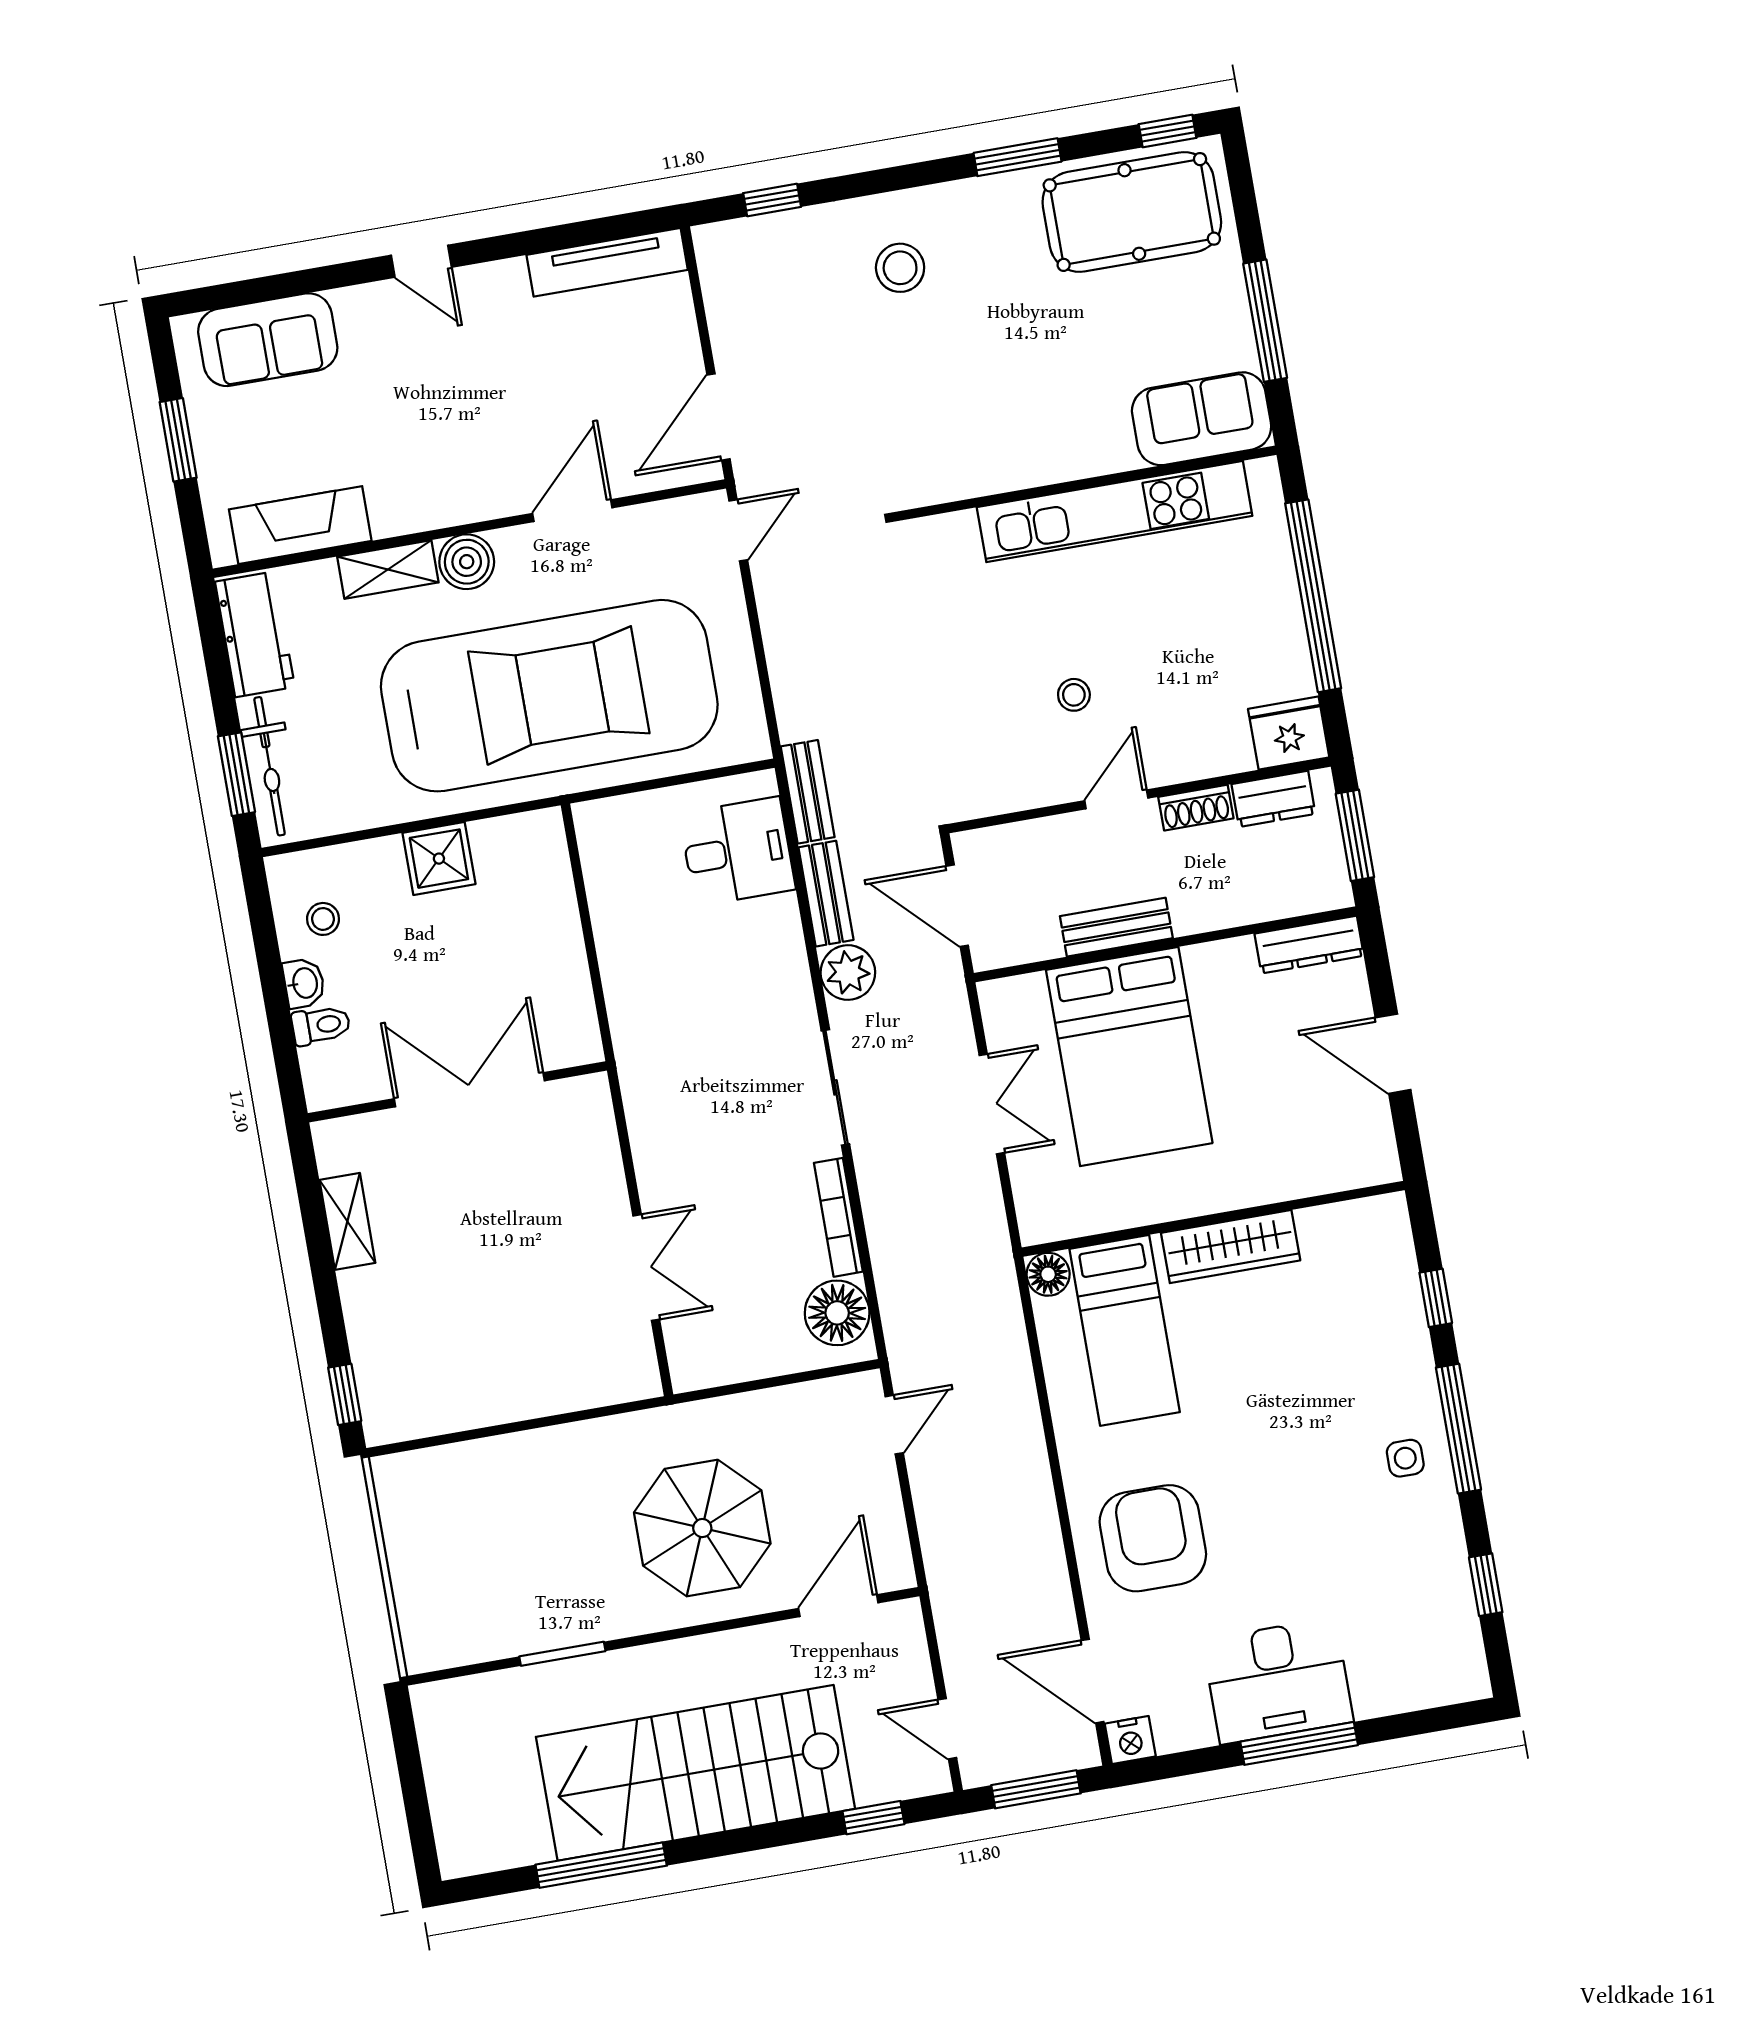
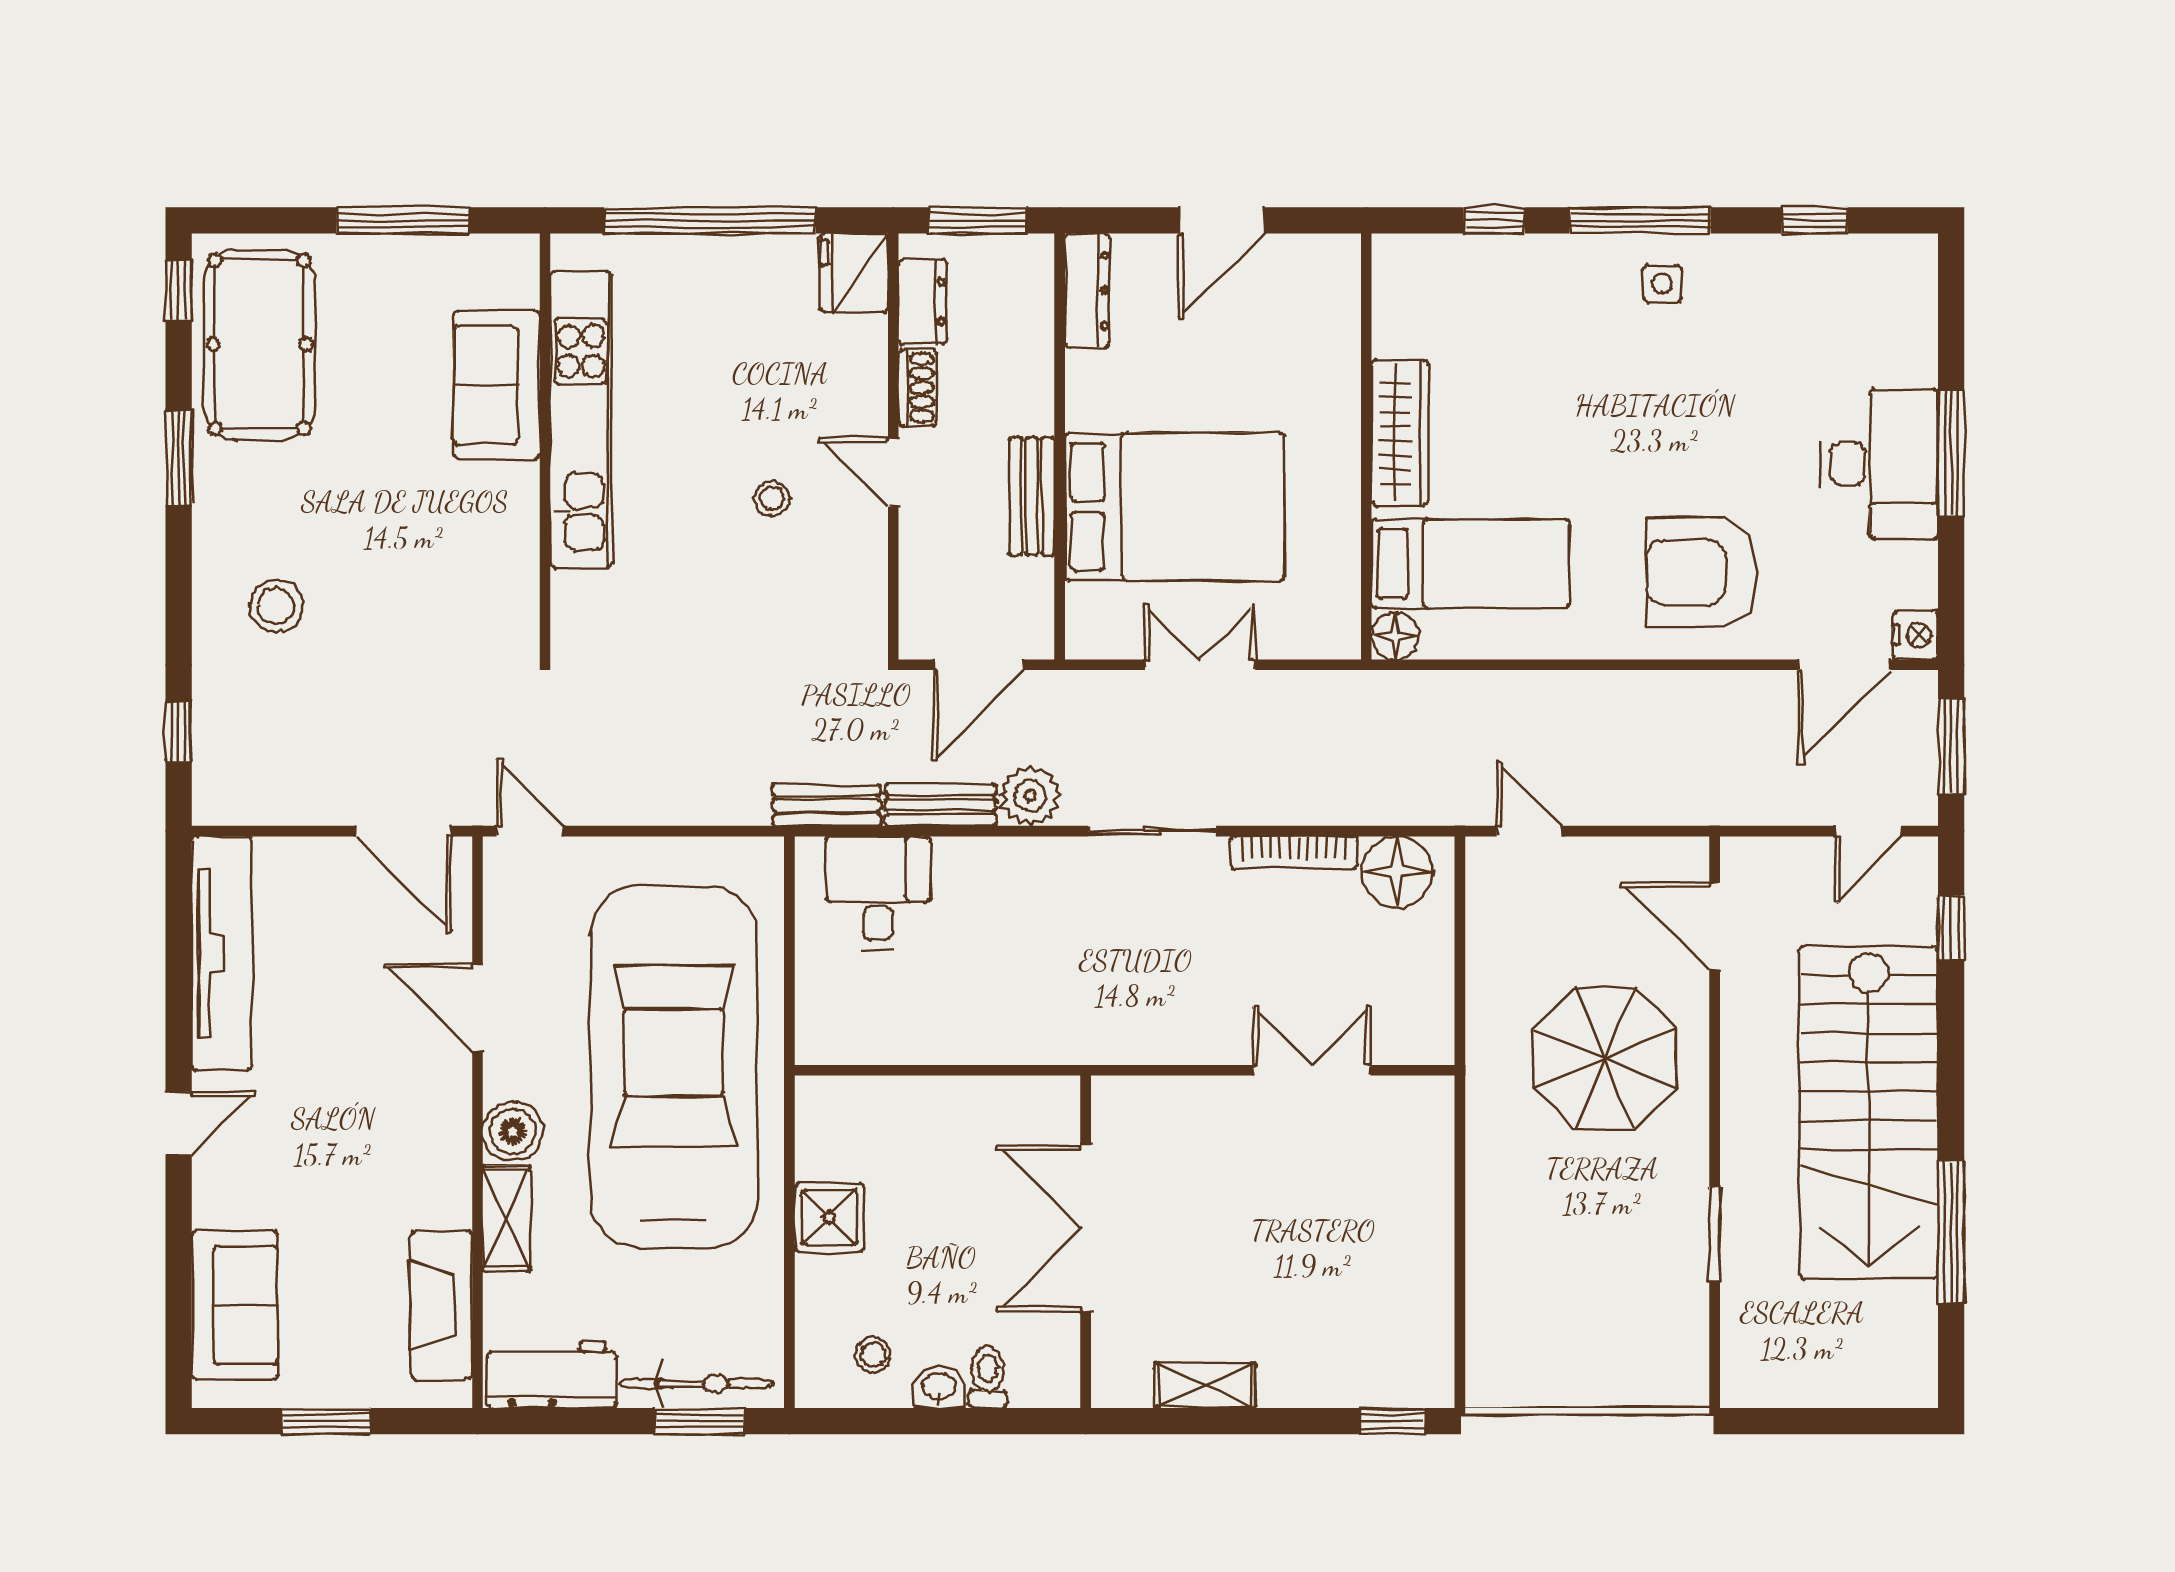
tv unit: (607, 262) -> (222, 954), width x1.36, depth x1.29
sofa: (1202, 419) -> (497, 385), moved

